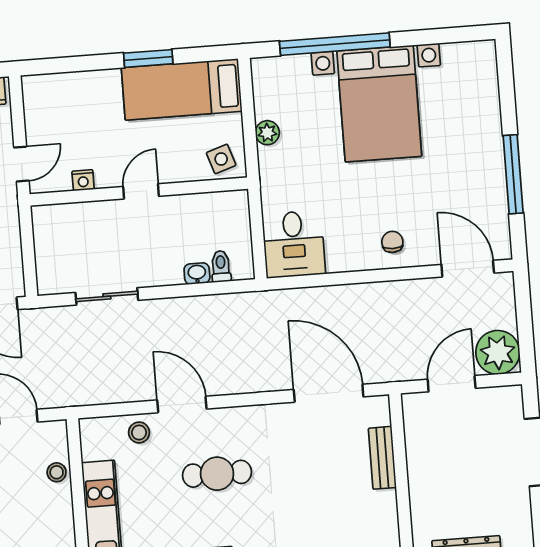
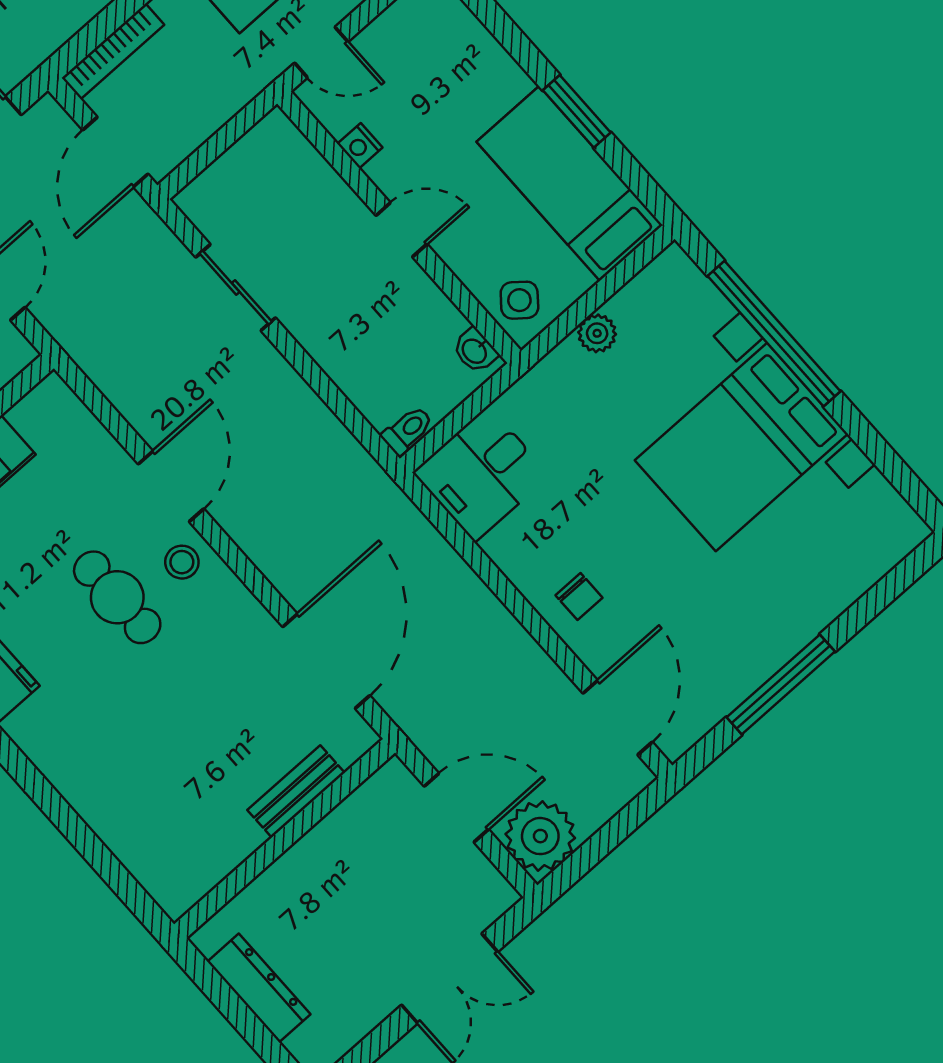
side table: (221, 159) -> (519, 300), turned -33
chair: (392, 242) -> (579, 597), turned 90
toilet: (221, 266) -> (407, 430), moved
washbasin: (197, 274) -> (475, 351), moved, turned 180
stool: (139, 432) -> (182, 562), moved

